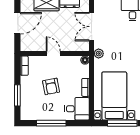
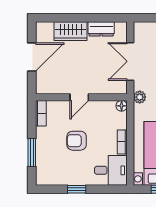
door: (53, 54) -> (79, 97), swing flipped
armchair: (51, 86) -> (77, 141), turned 101
window: (51, 123) -> (77, 189), width x0.46

